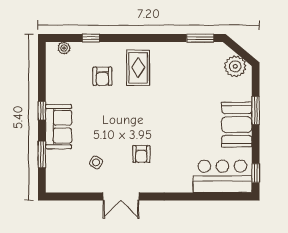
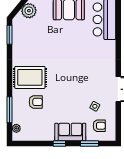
window: (91, 38) -> (9, 110), width x2.17
rug: (138, 68) -> (30, 77), width x1.36, depth x1.43
armchair: (141, 154) -> (99, 126), moved

